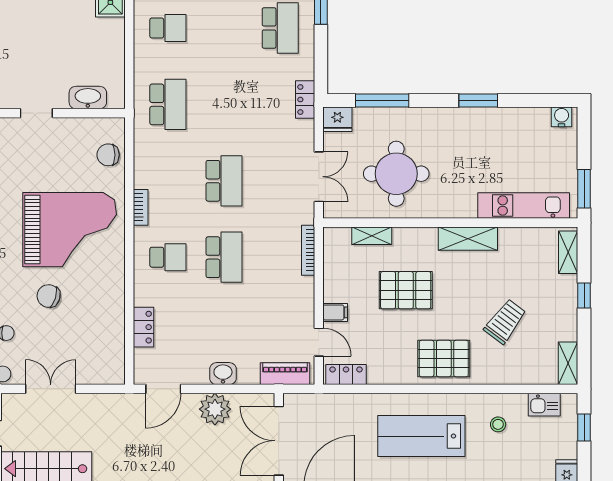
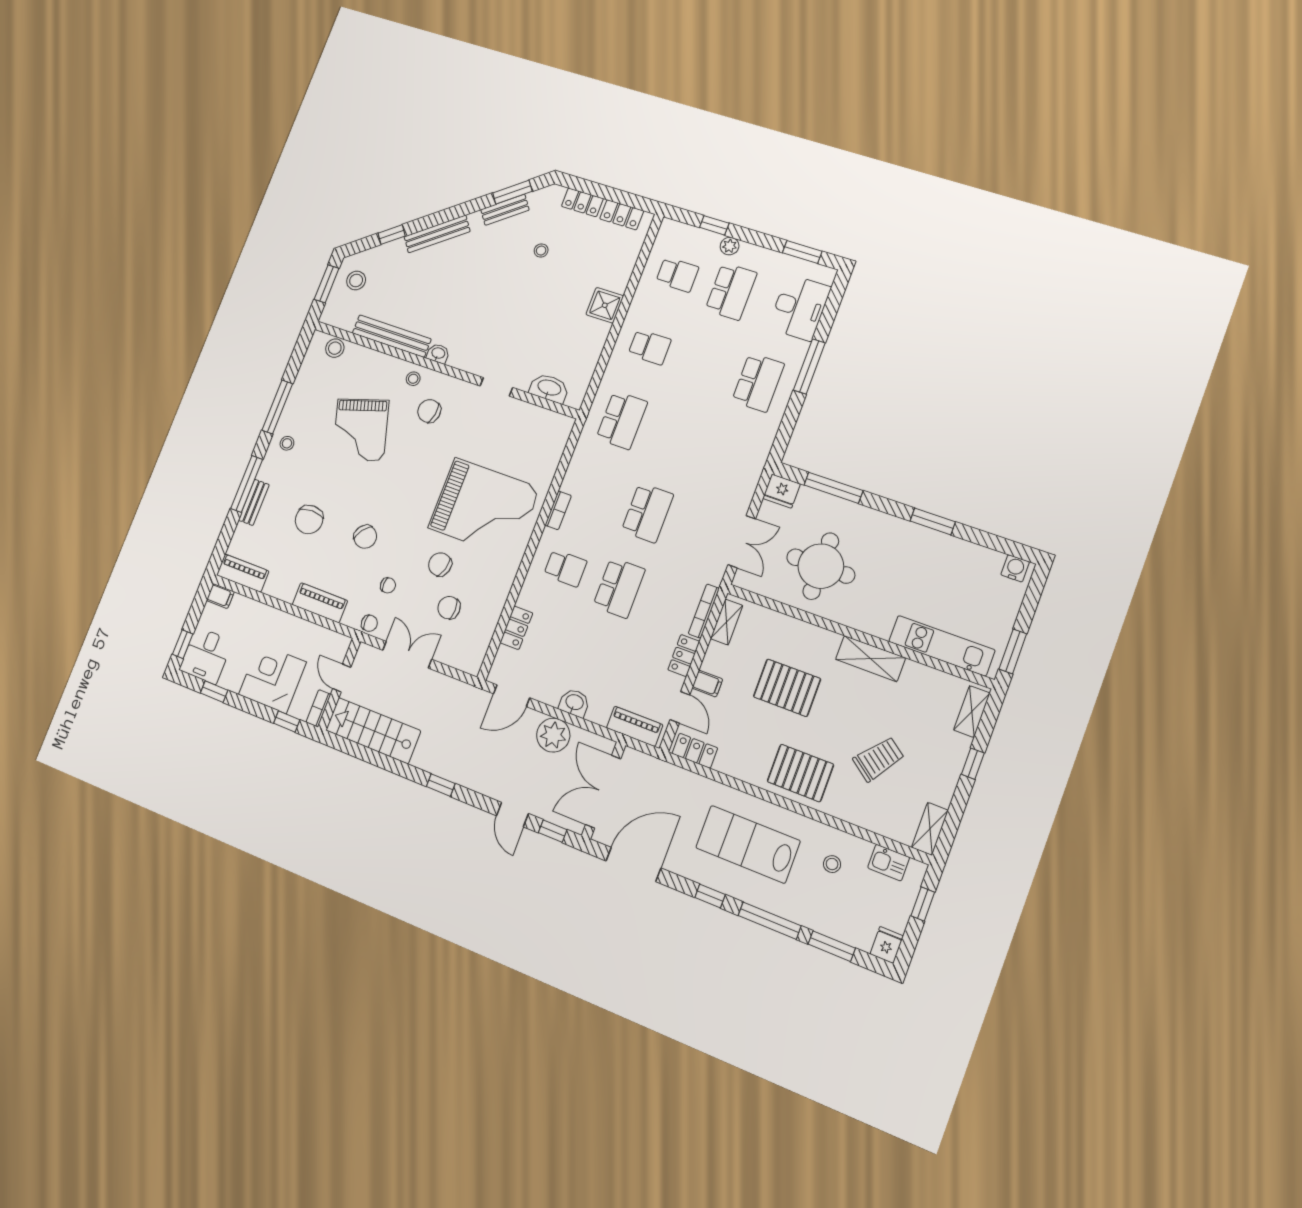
locker: (305, 100) -> (684, 656), moved
chair: (108, 155) -> (449, 608), moved
shelving: (372, 236) -> (727, 622), moved, turned 90

